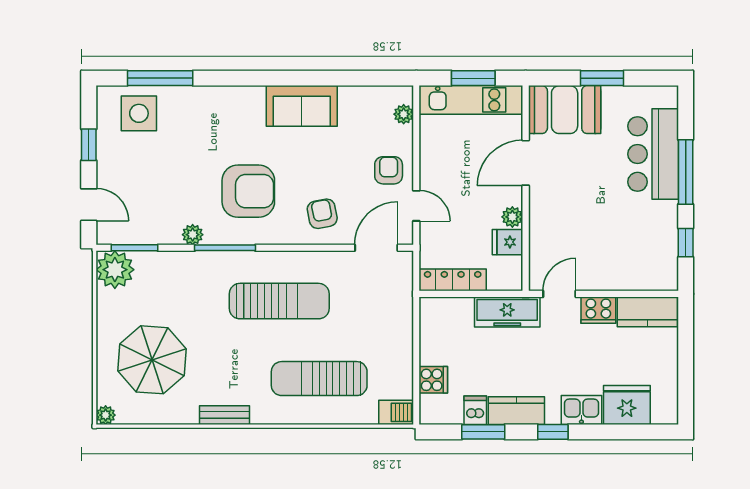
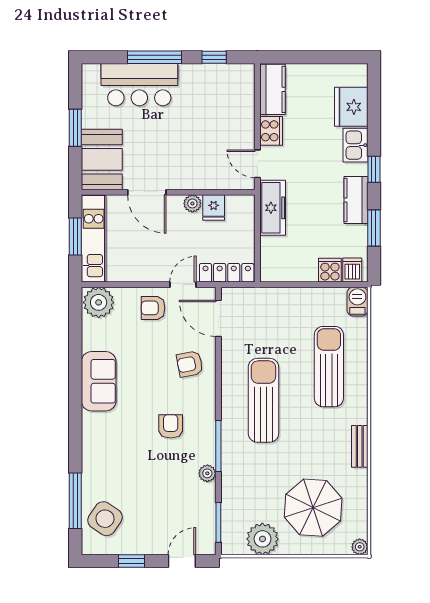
side table: (139, 113) -> (105, 519), turned 34
plant: (404, 114) -> (99, 302), width x1.88, depth x1.88
armchair: (248, 191) -> (171, 426), width x0.53, depth x0.53
plant: (115, 270) -> (262, 539), moved
locker: (453, 280) -> (227, 273), moved, turned 90
sun lounger: (319, 379) -> (329, 367), turned 180
dishwasher: (475, 410) -> (352, 270), moved, turned 90

